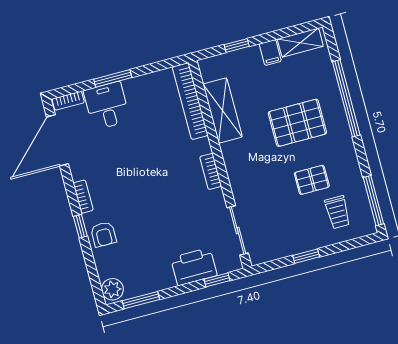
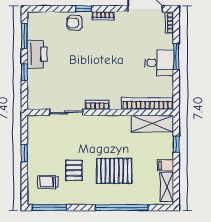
desk: (107, 106) -> (159, 63), moved
shelving: (223, 110) -> (152, 124), moved
pallet: (297, 123) -> (114, 171), turned 90
sliding door: (238, 230) -> (66, 112), moved
printer: (194, 267) -> (37, 54), moved
window: (217, 280) -> (24, 72), moved
plant: (112, 289) -> (37, 19), removed

